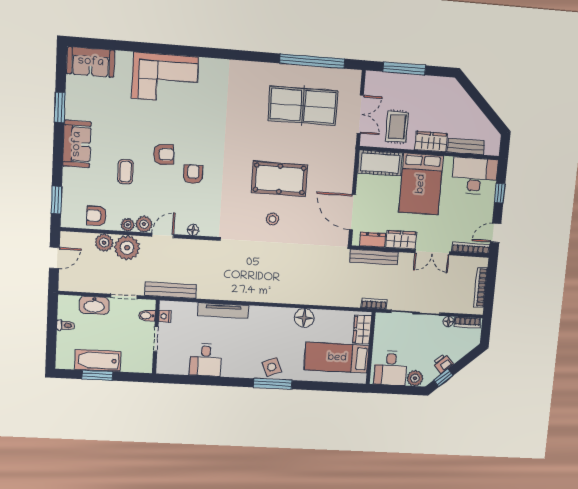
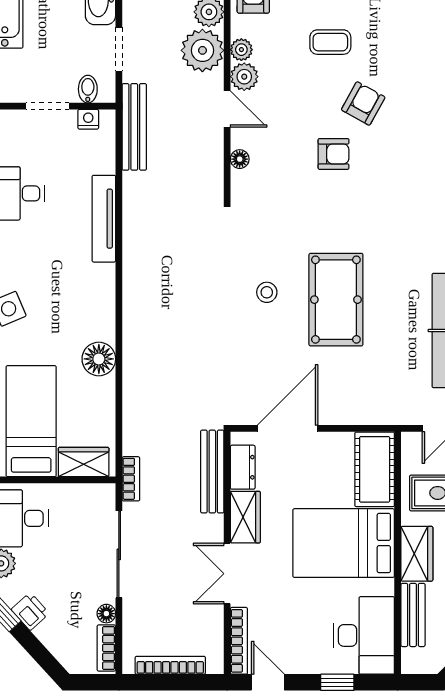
armchair: (164, 154) -> (363, 103), turned -147

